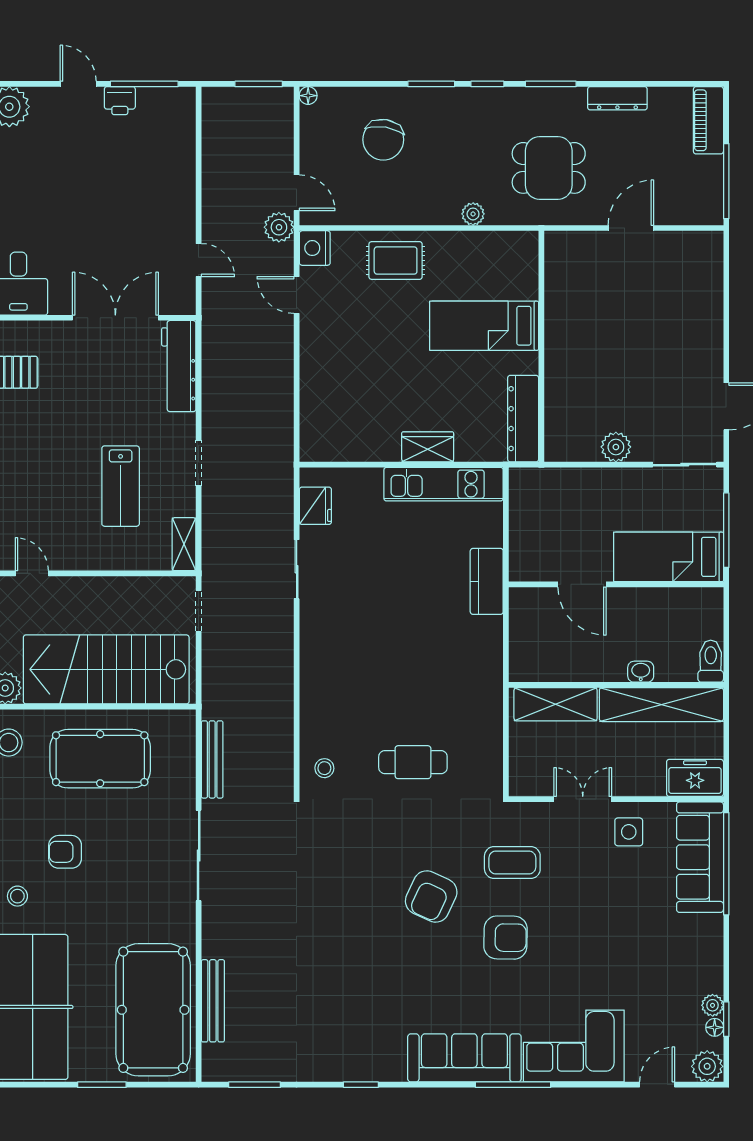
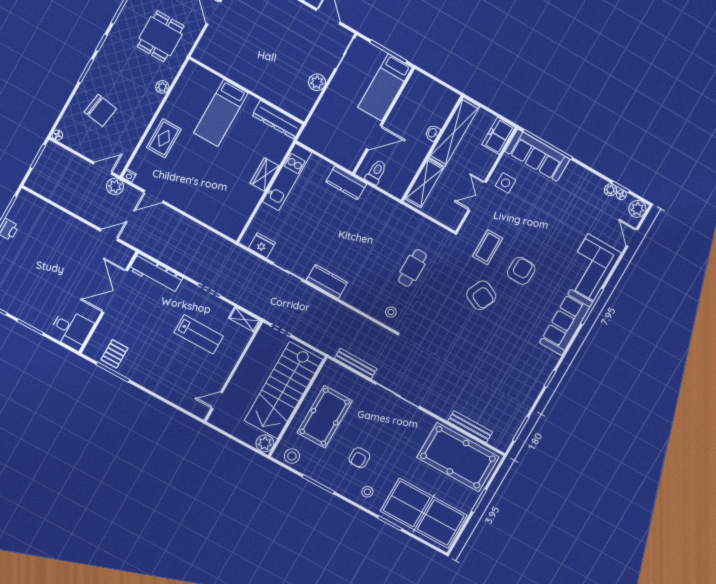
nightstand: (315, 248) -> (129, 176), width x0.53, depth x0.56
kitchen counter: (316, 639) -> (327, 281), added
toilet: (711, 661) -> (376, 172), moved, turned 90

